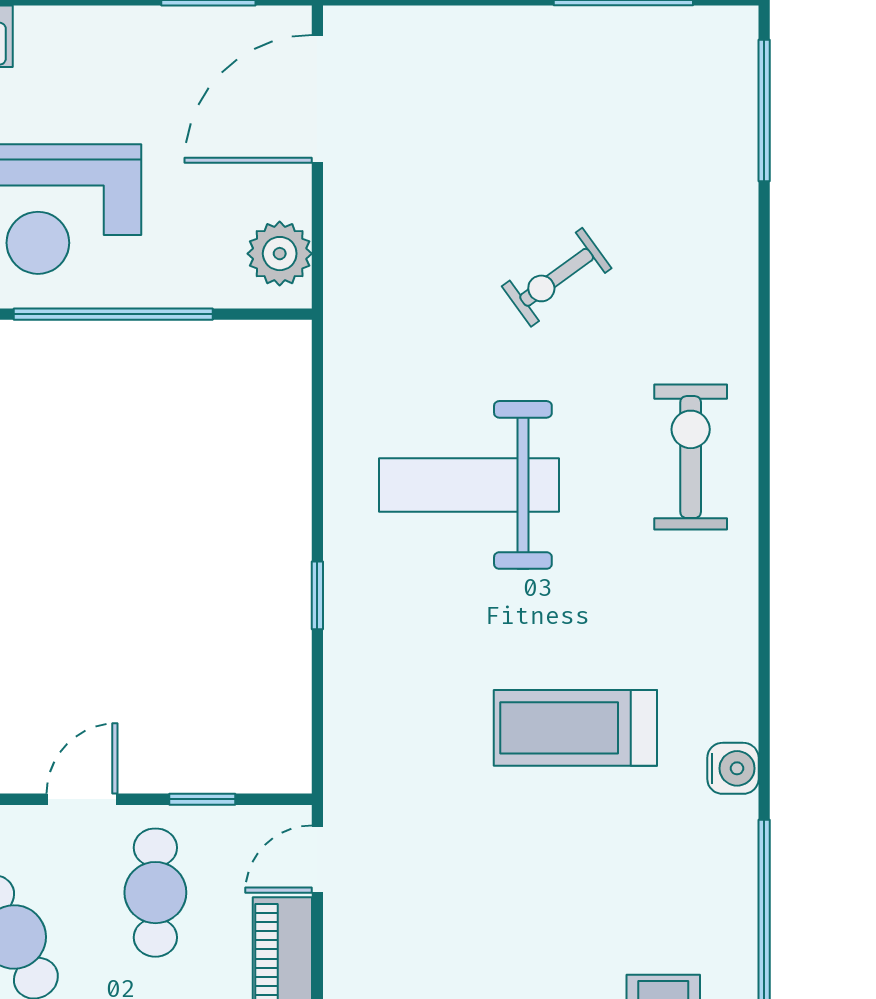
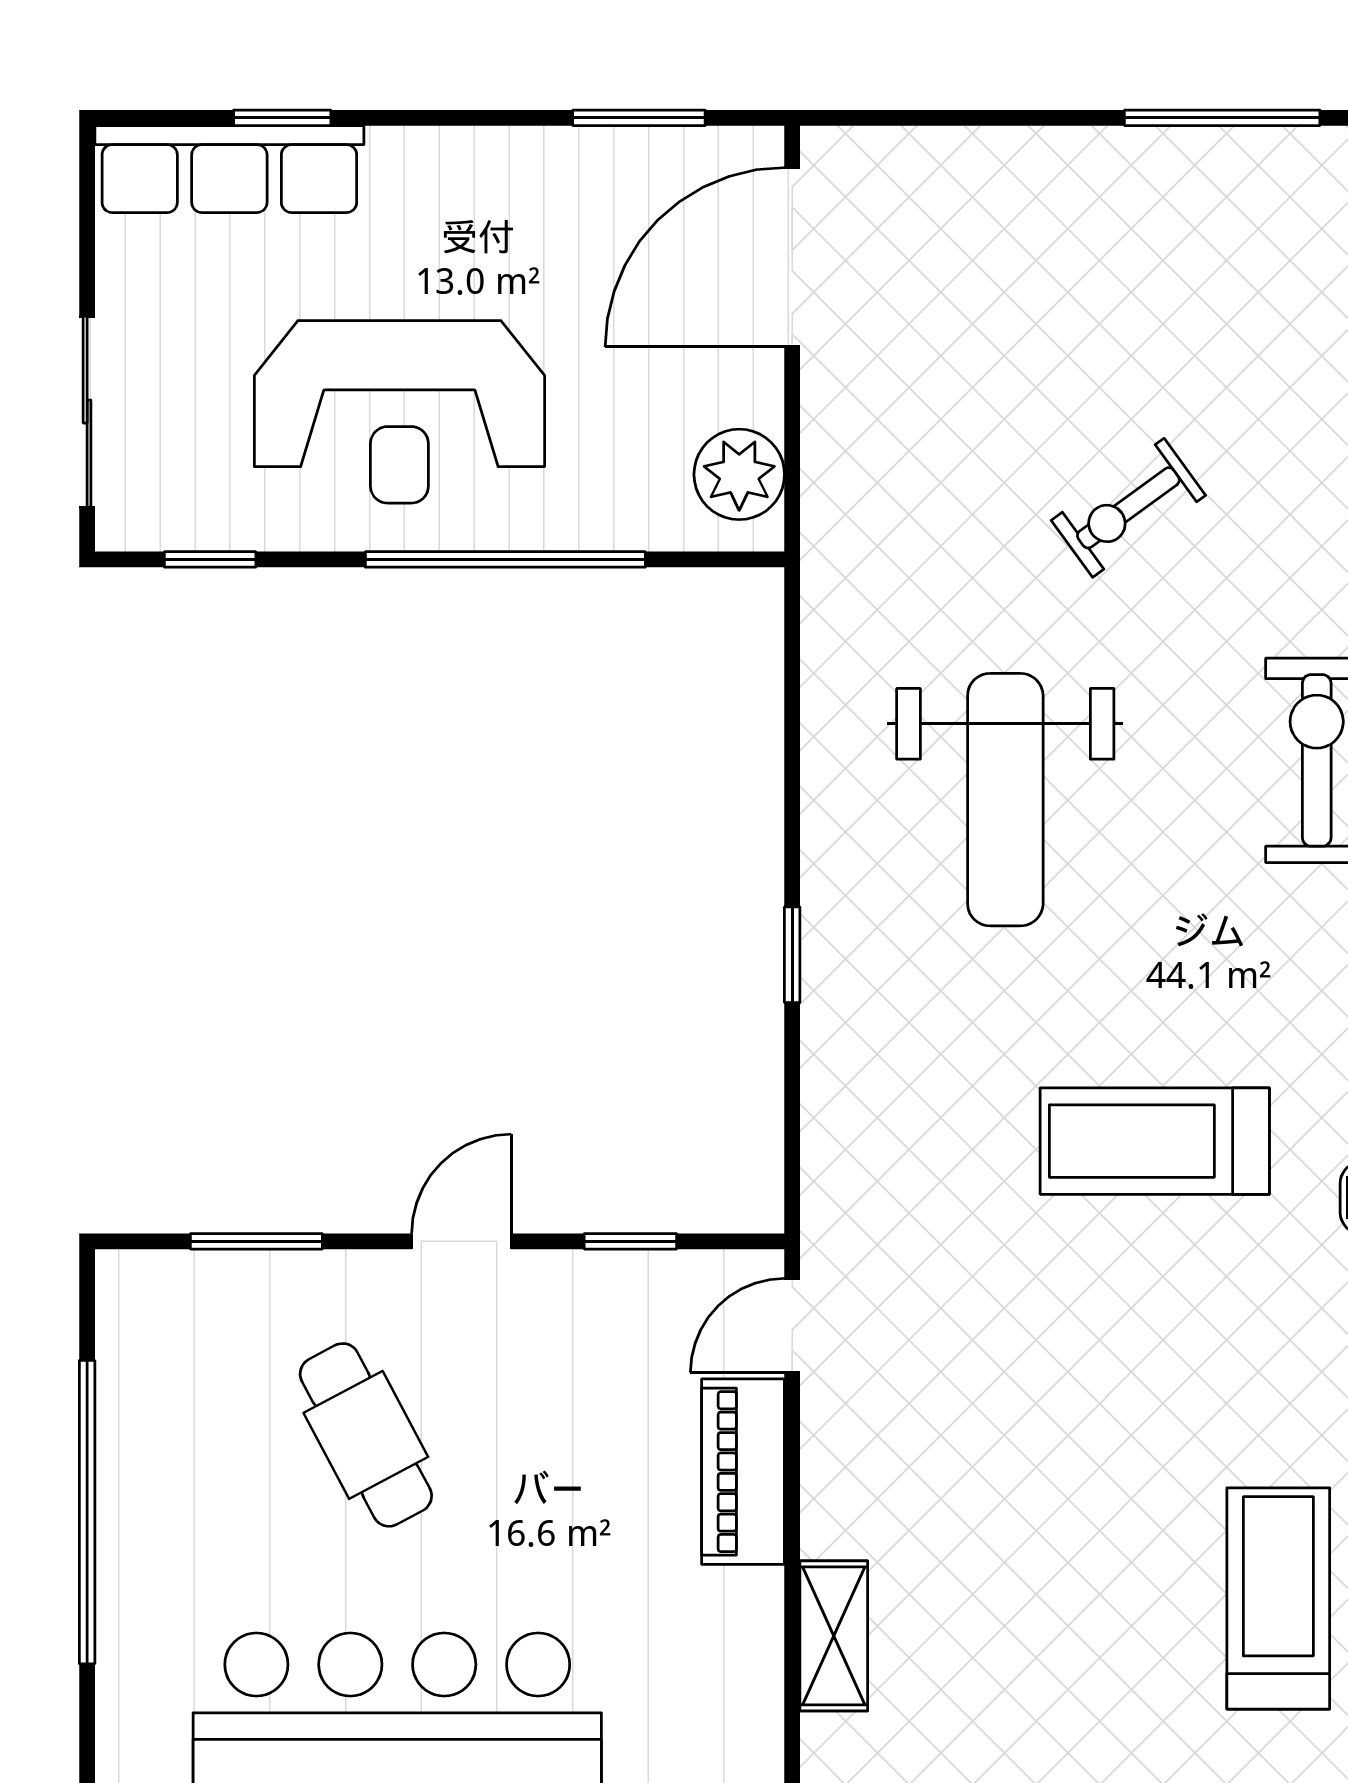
weight bench: (469, 485) -> (1005, 800), turned -90
cafe table: (155, 893) -> (565, 1372), removed

